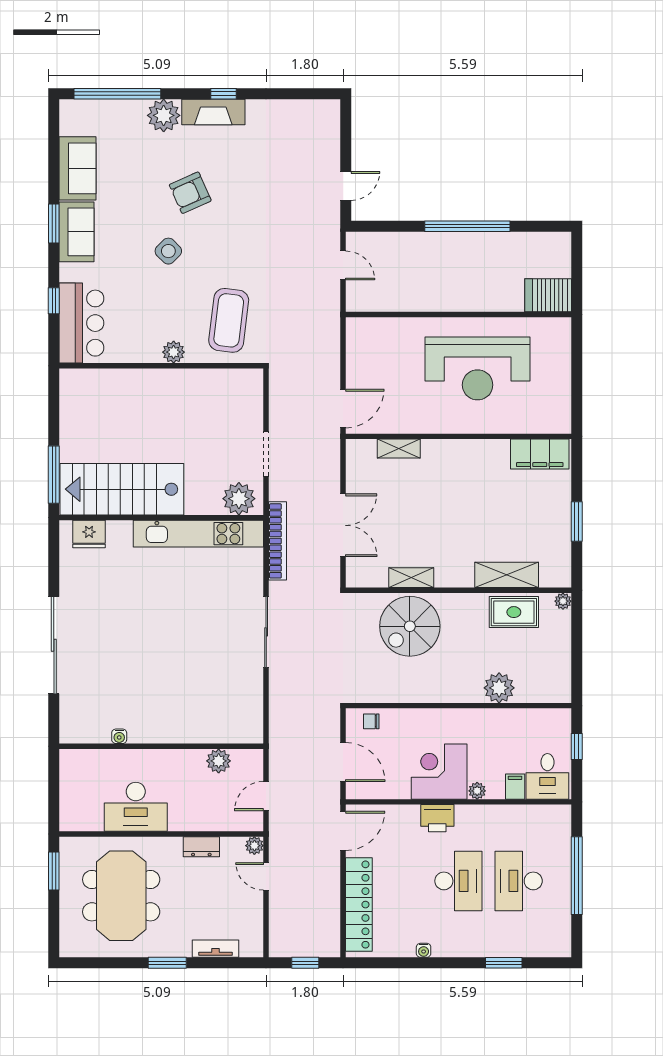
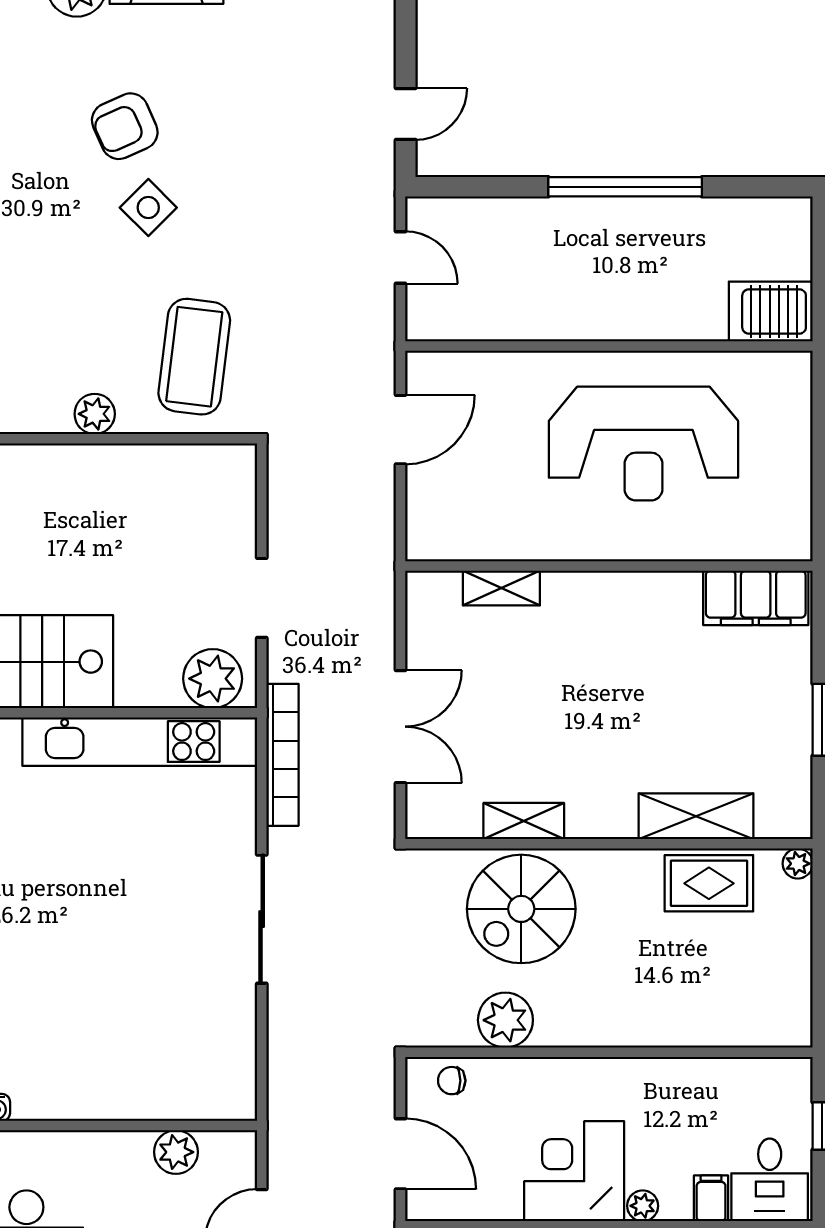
side table: (168, 251) -> (148, 208), moved
door: (343, 409) -> (401, 430), moved
plant: (499, 688) -> (505, 1020), moved

